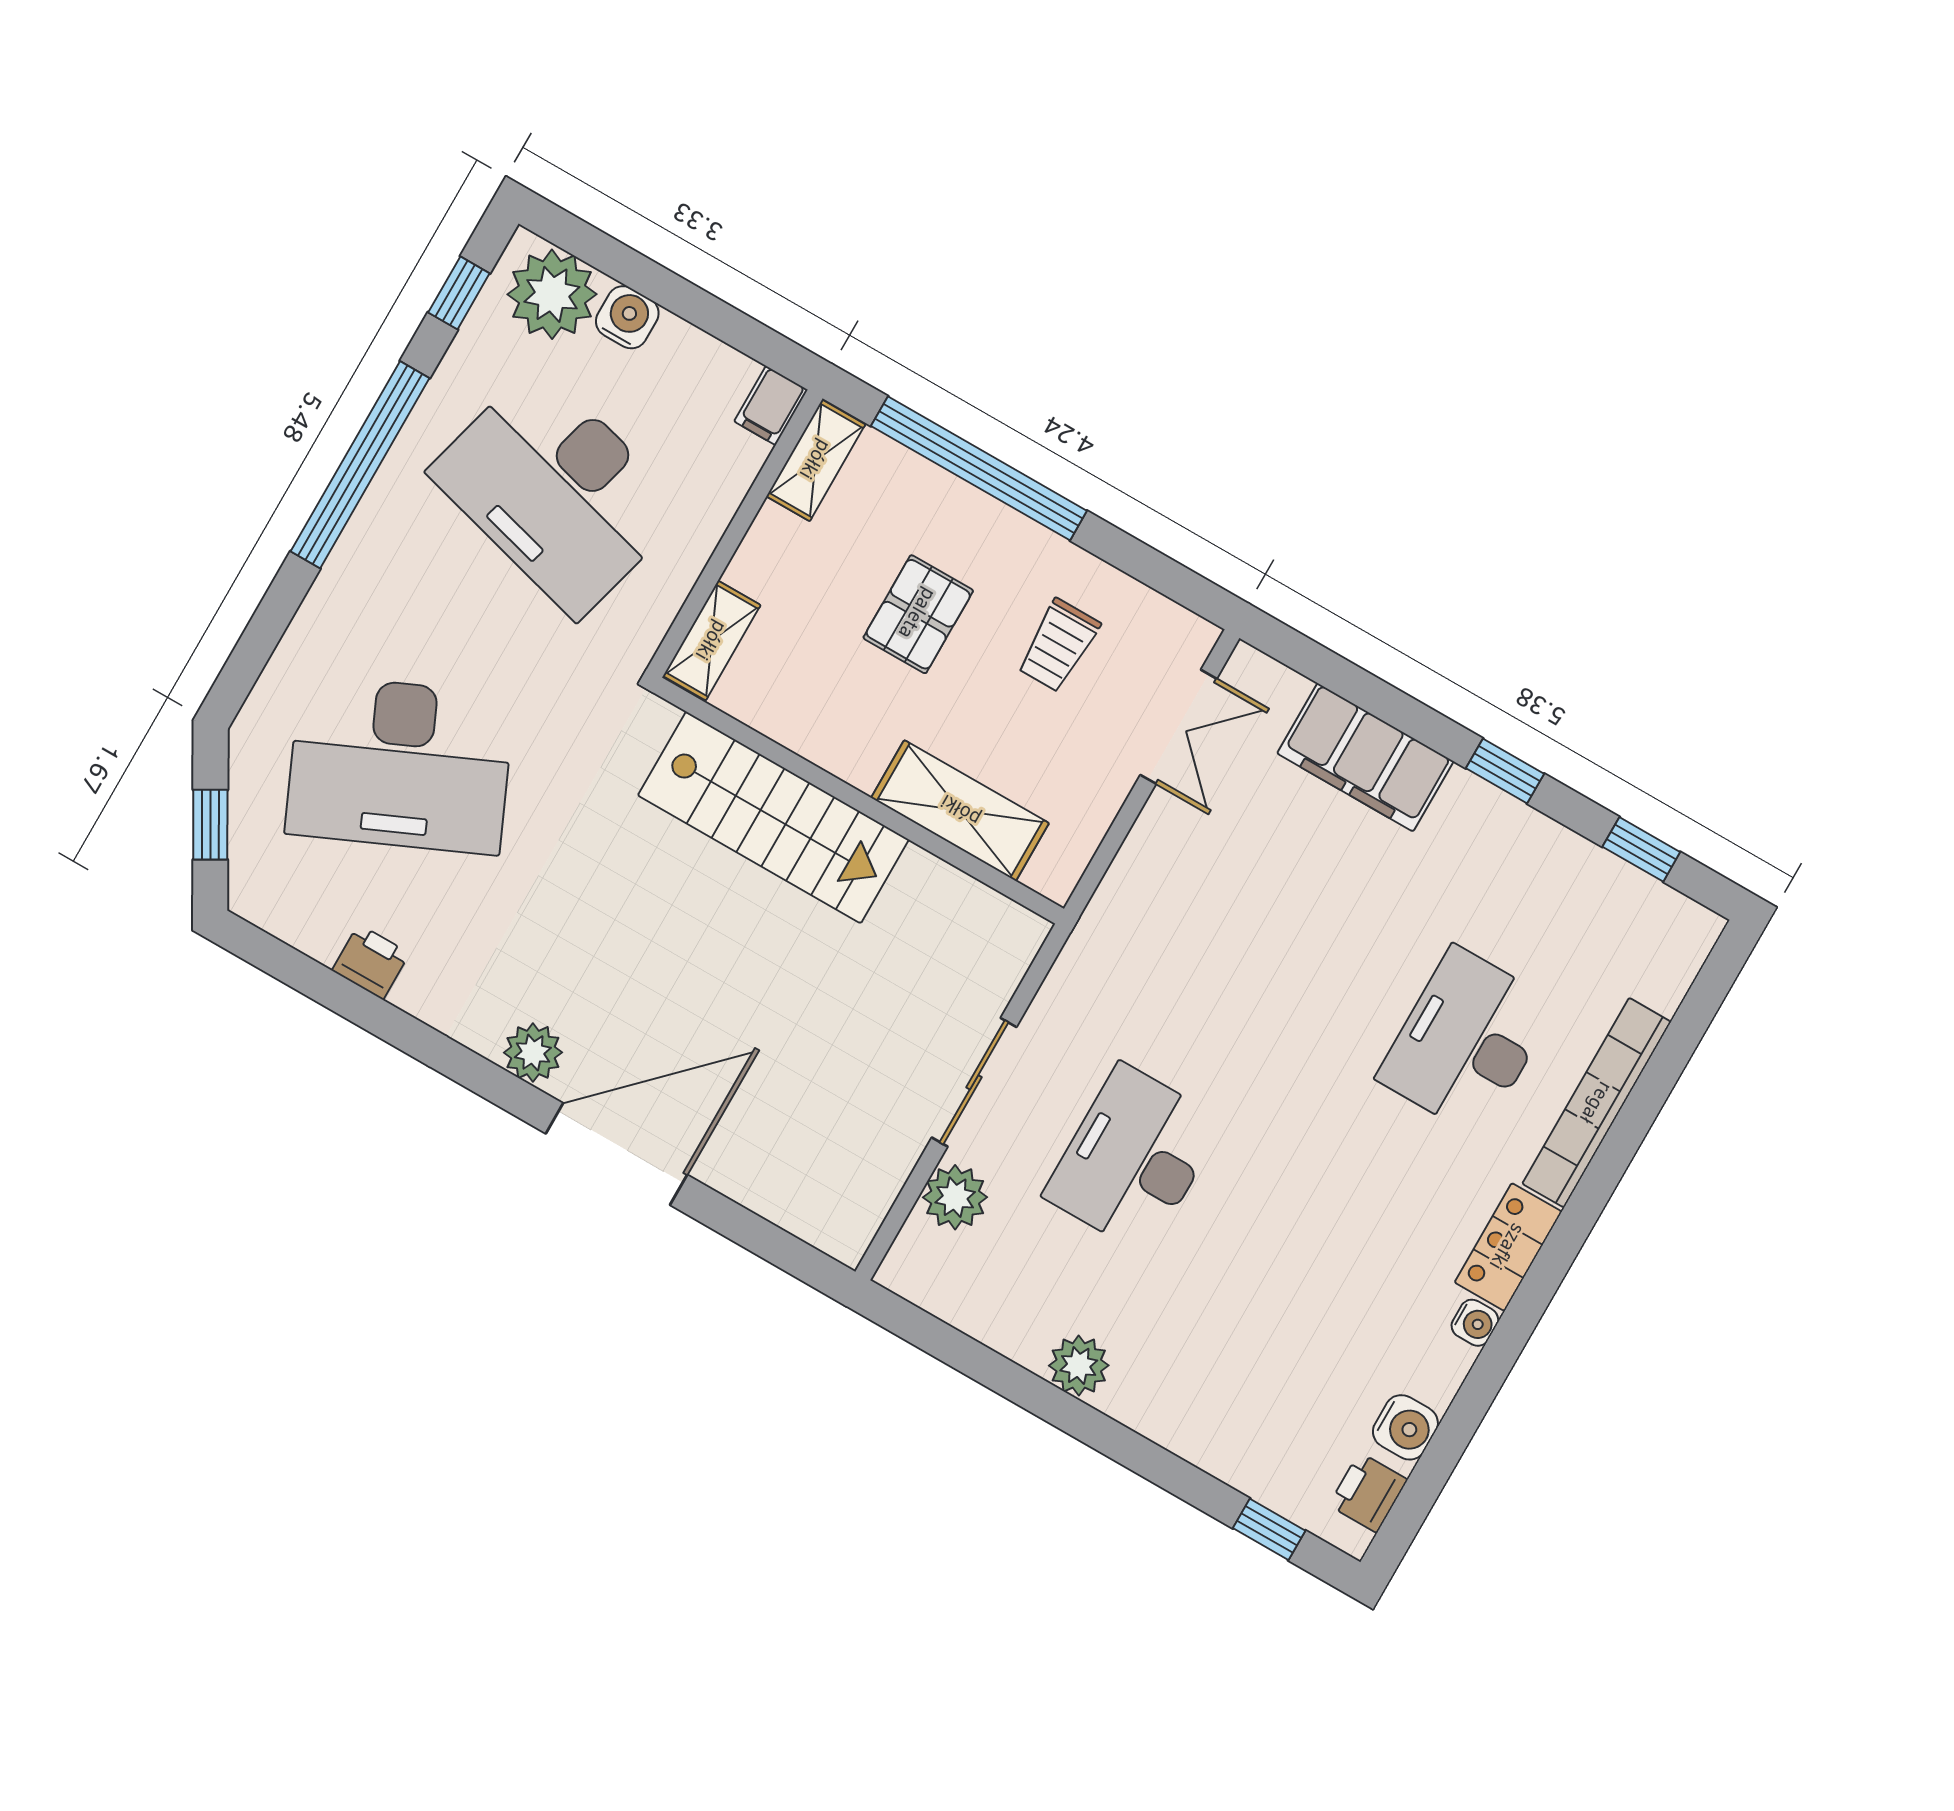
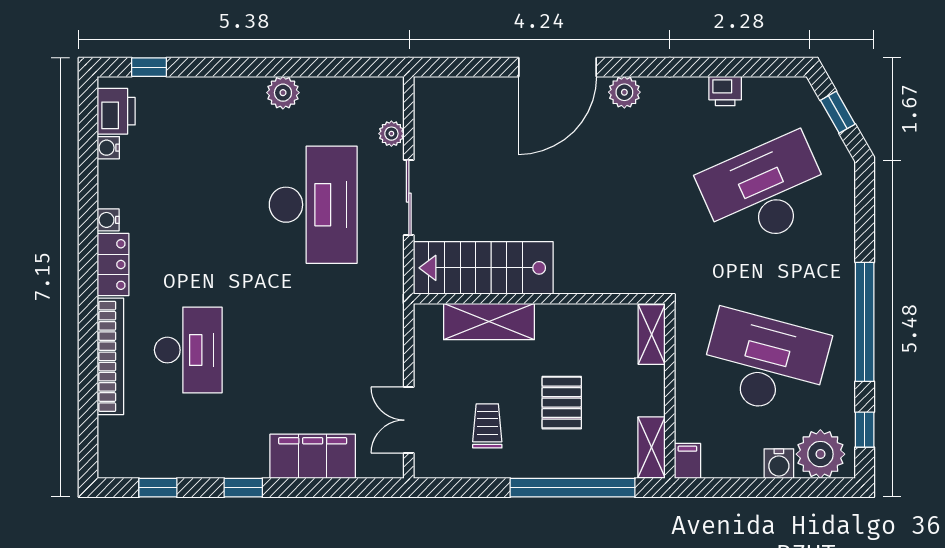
stairs: (773, 817) -> (483, 268), moved
desk: (1133, 1159) -> (313, 205), width x1.36, depth x1.30
plant: (955, 1197) -> (391, 134), width x0.73, depth x0.73
water cooler: (1405, 1427) -> (108, 148), width x0.72, depth x0.72
printer: (1368, 1492) -> (116, 111), width x1.36, depth x1.24

